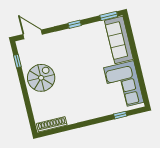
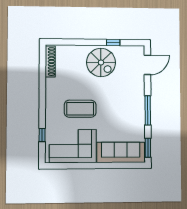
window: (75, 24) -> (148, 110), width x2.17
window: (17, 61) -> (113, 43), moved
coffee table: (88, 87) -> (80, 109), added

